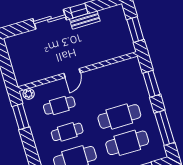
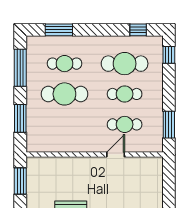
door: (72, 73) -> (116, 155), moved
plant: (29, 94) -> (153, 146), removed
cafe table: (127, 143) -> (64, 64), width x0.73, depth x0.74

